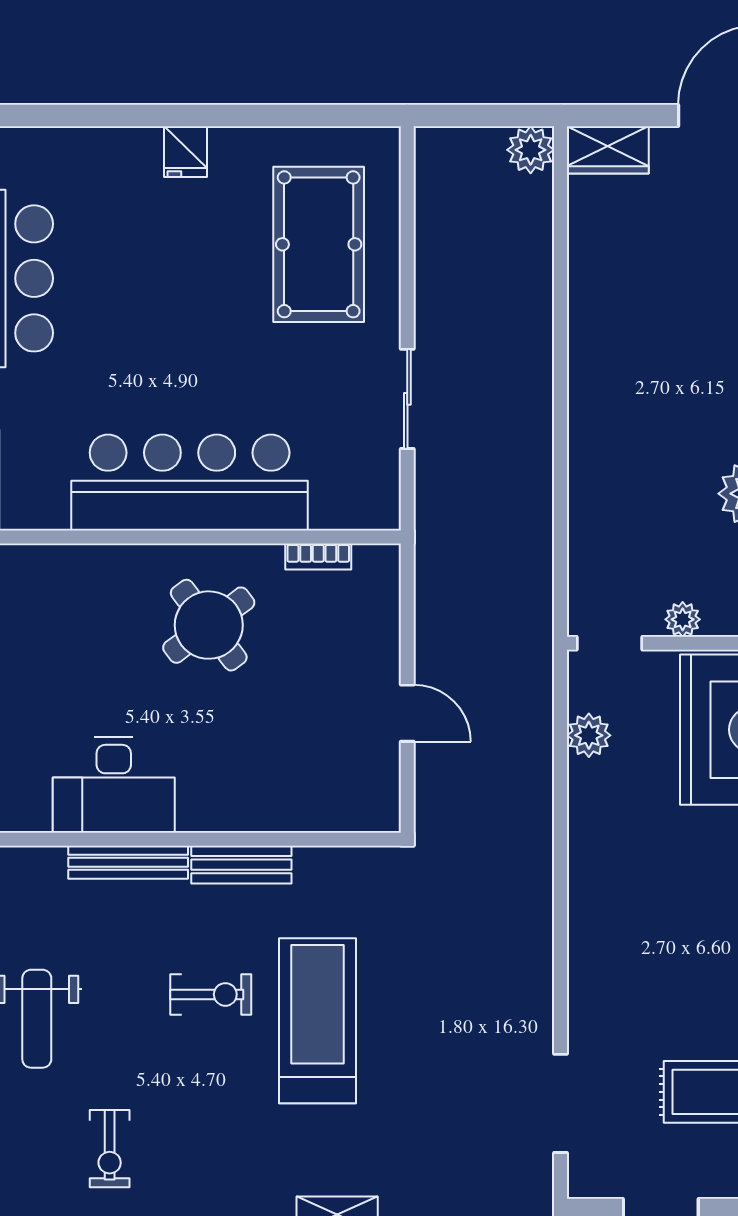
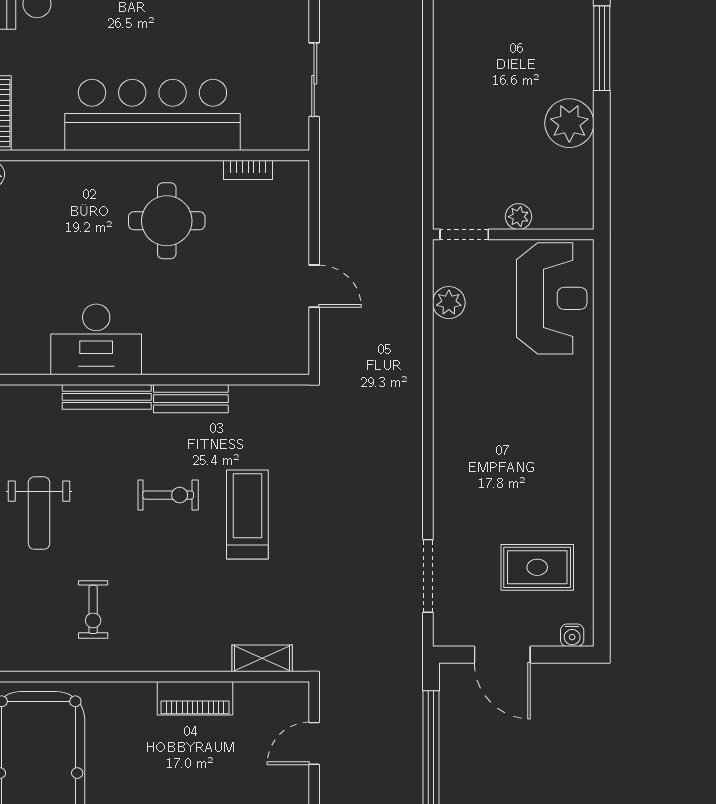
sliding door: (407, 399) -> (314, 80), moved
round table: (209, 625) -> (167, 221), turned 37
treadmill: (318, 1021) -> (247, 515), width x0.73, depth x0.73

